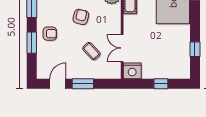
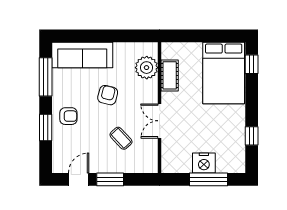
double door: (122, 48) -> (160, 121), moved
nightstand: (132, 71) -> (204, 163), moved
window: (161, 84) -> (209, 179), width x2.17

